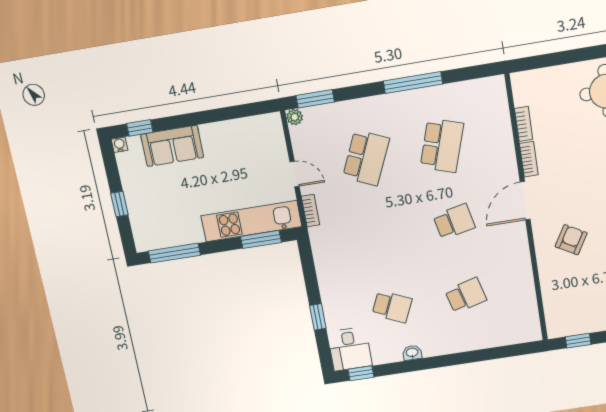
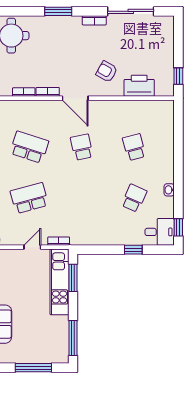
school desk: (366, 158) -> (29, 198), turned -39
window: (119, 204) -> (33, 368), width x2.17
printer: (556, 289) -> (139, 86), added

